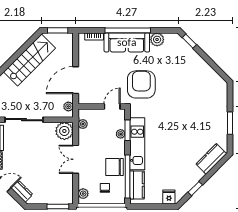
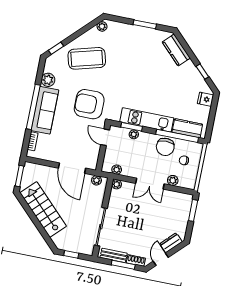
coffee table: (186, 73) -> (87, 58), added
plant: (220, 82) -> (102, 26), added
plant: (64, 131) -> (117, 184), width x0.53, depth x0.53
plant: (83, 194) -> (173, 180), moved

